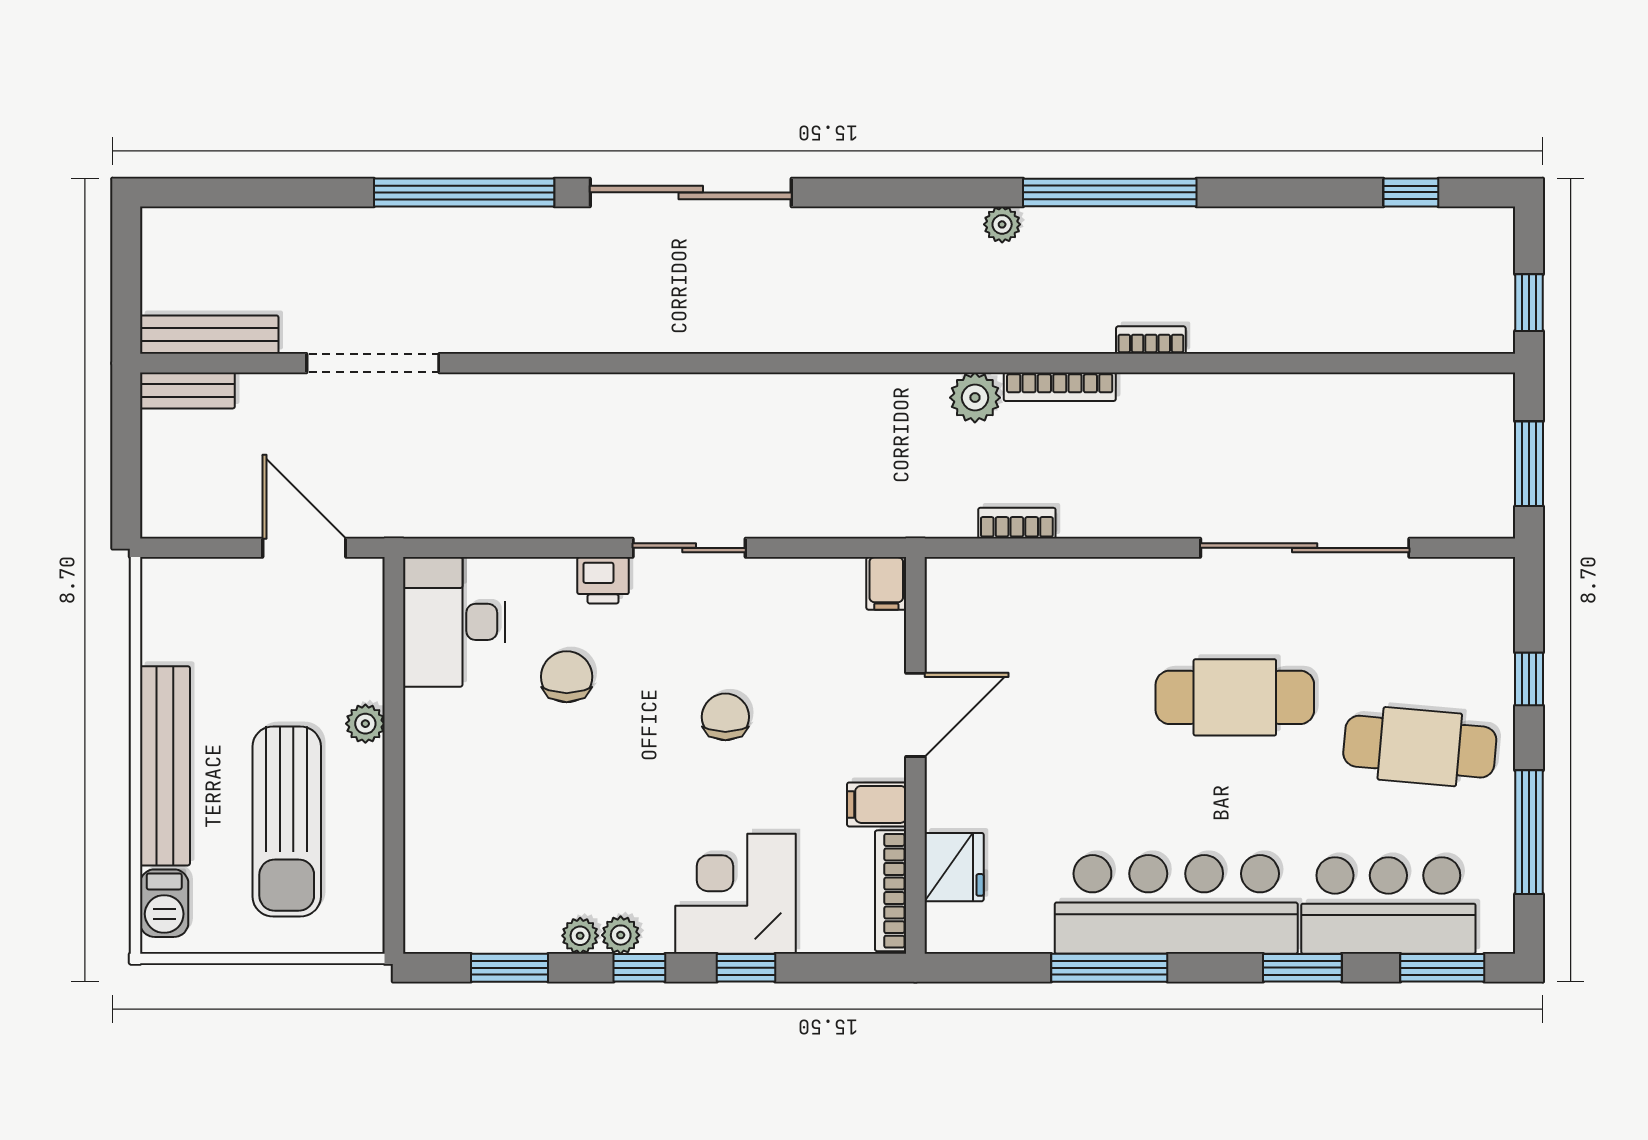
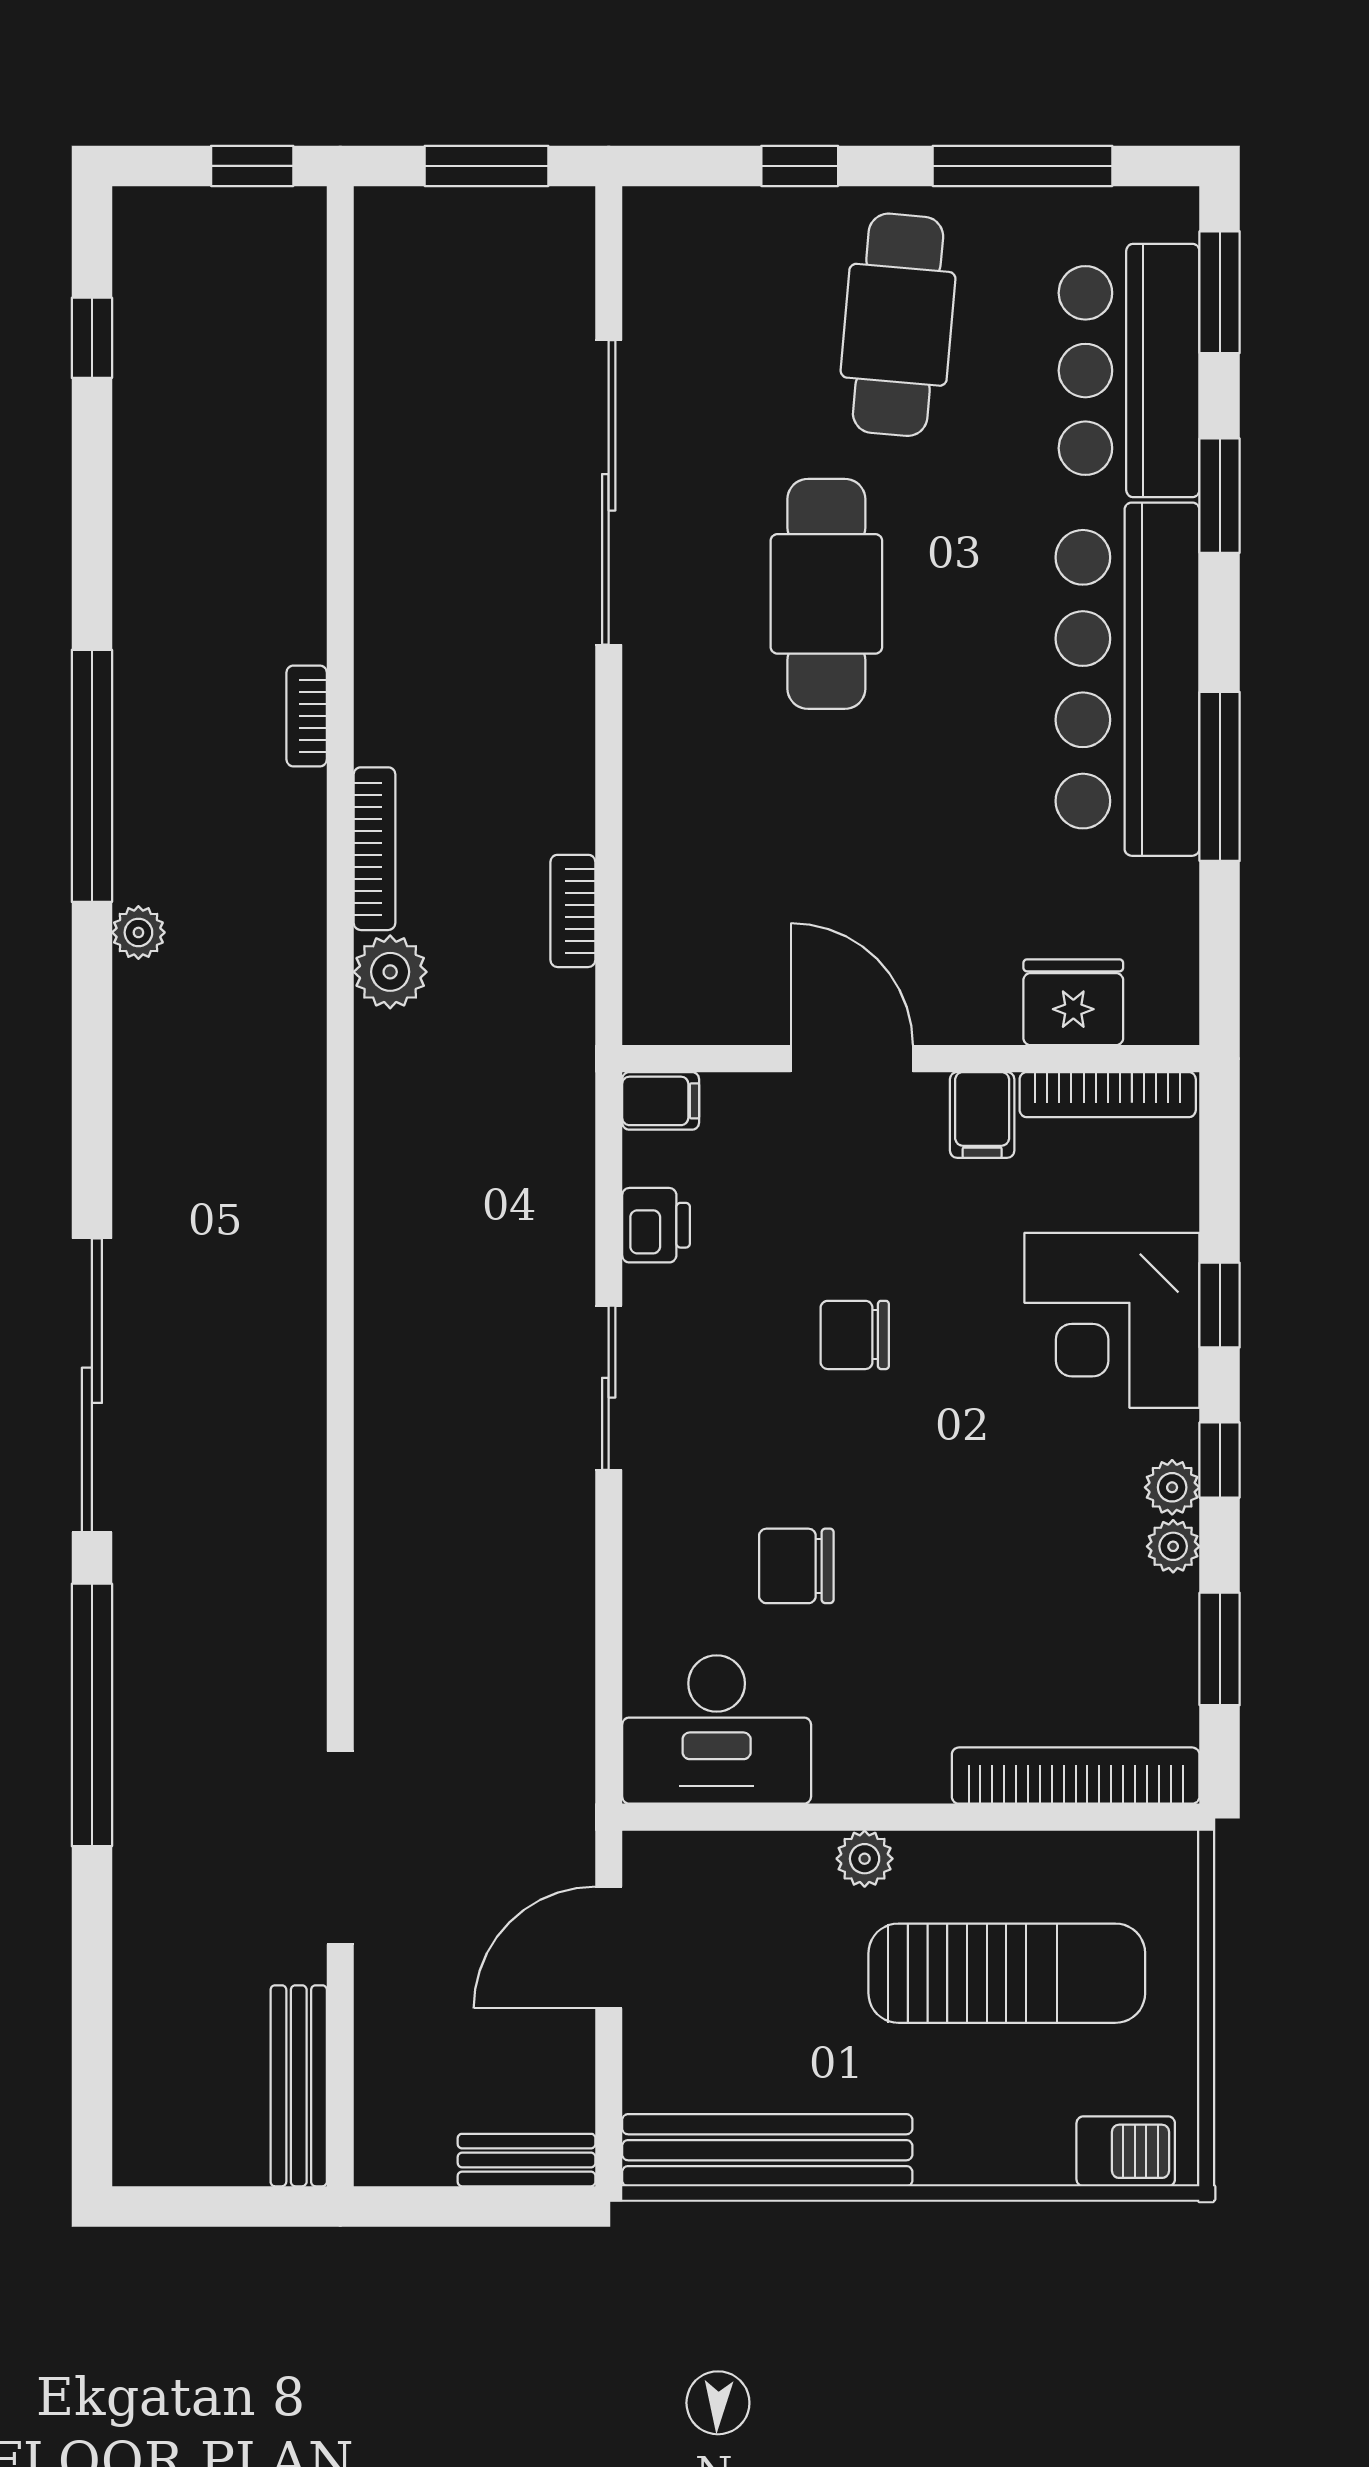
bench: (187, 390) -> (527, 2160), moved, turned 90
printer: (603, 580) -> (656, 1225), moved
bench: (165, 766) -> (767, 2150), moved
bookcase: (422, 869) -> (1076, 1776), added

